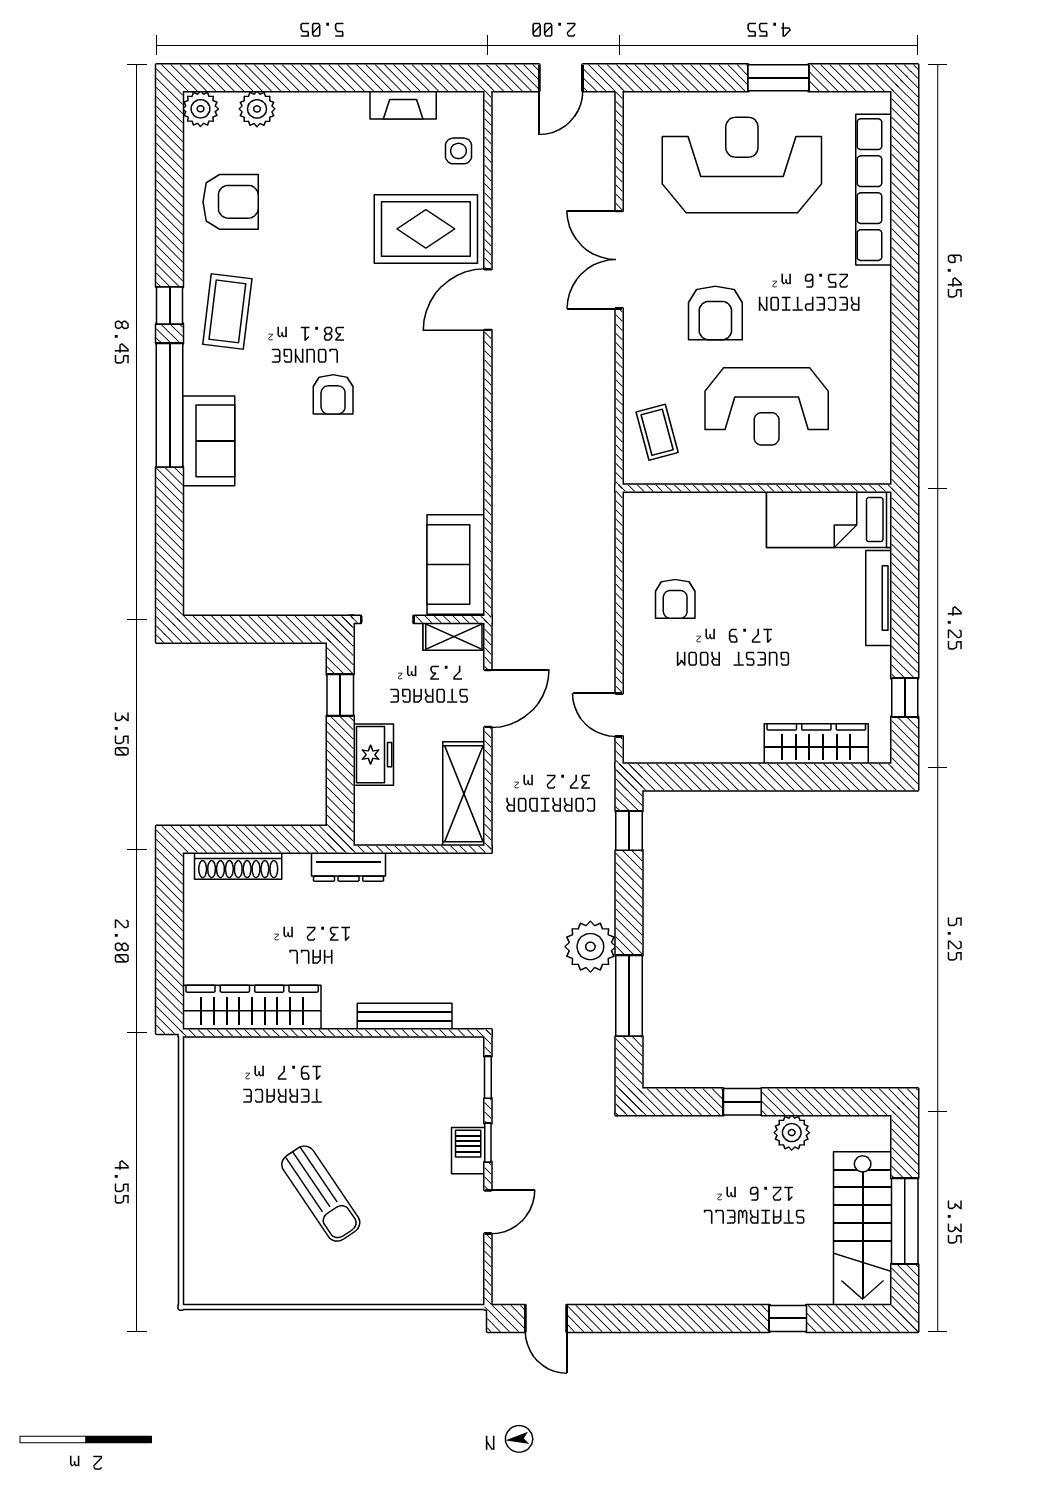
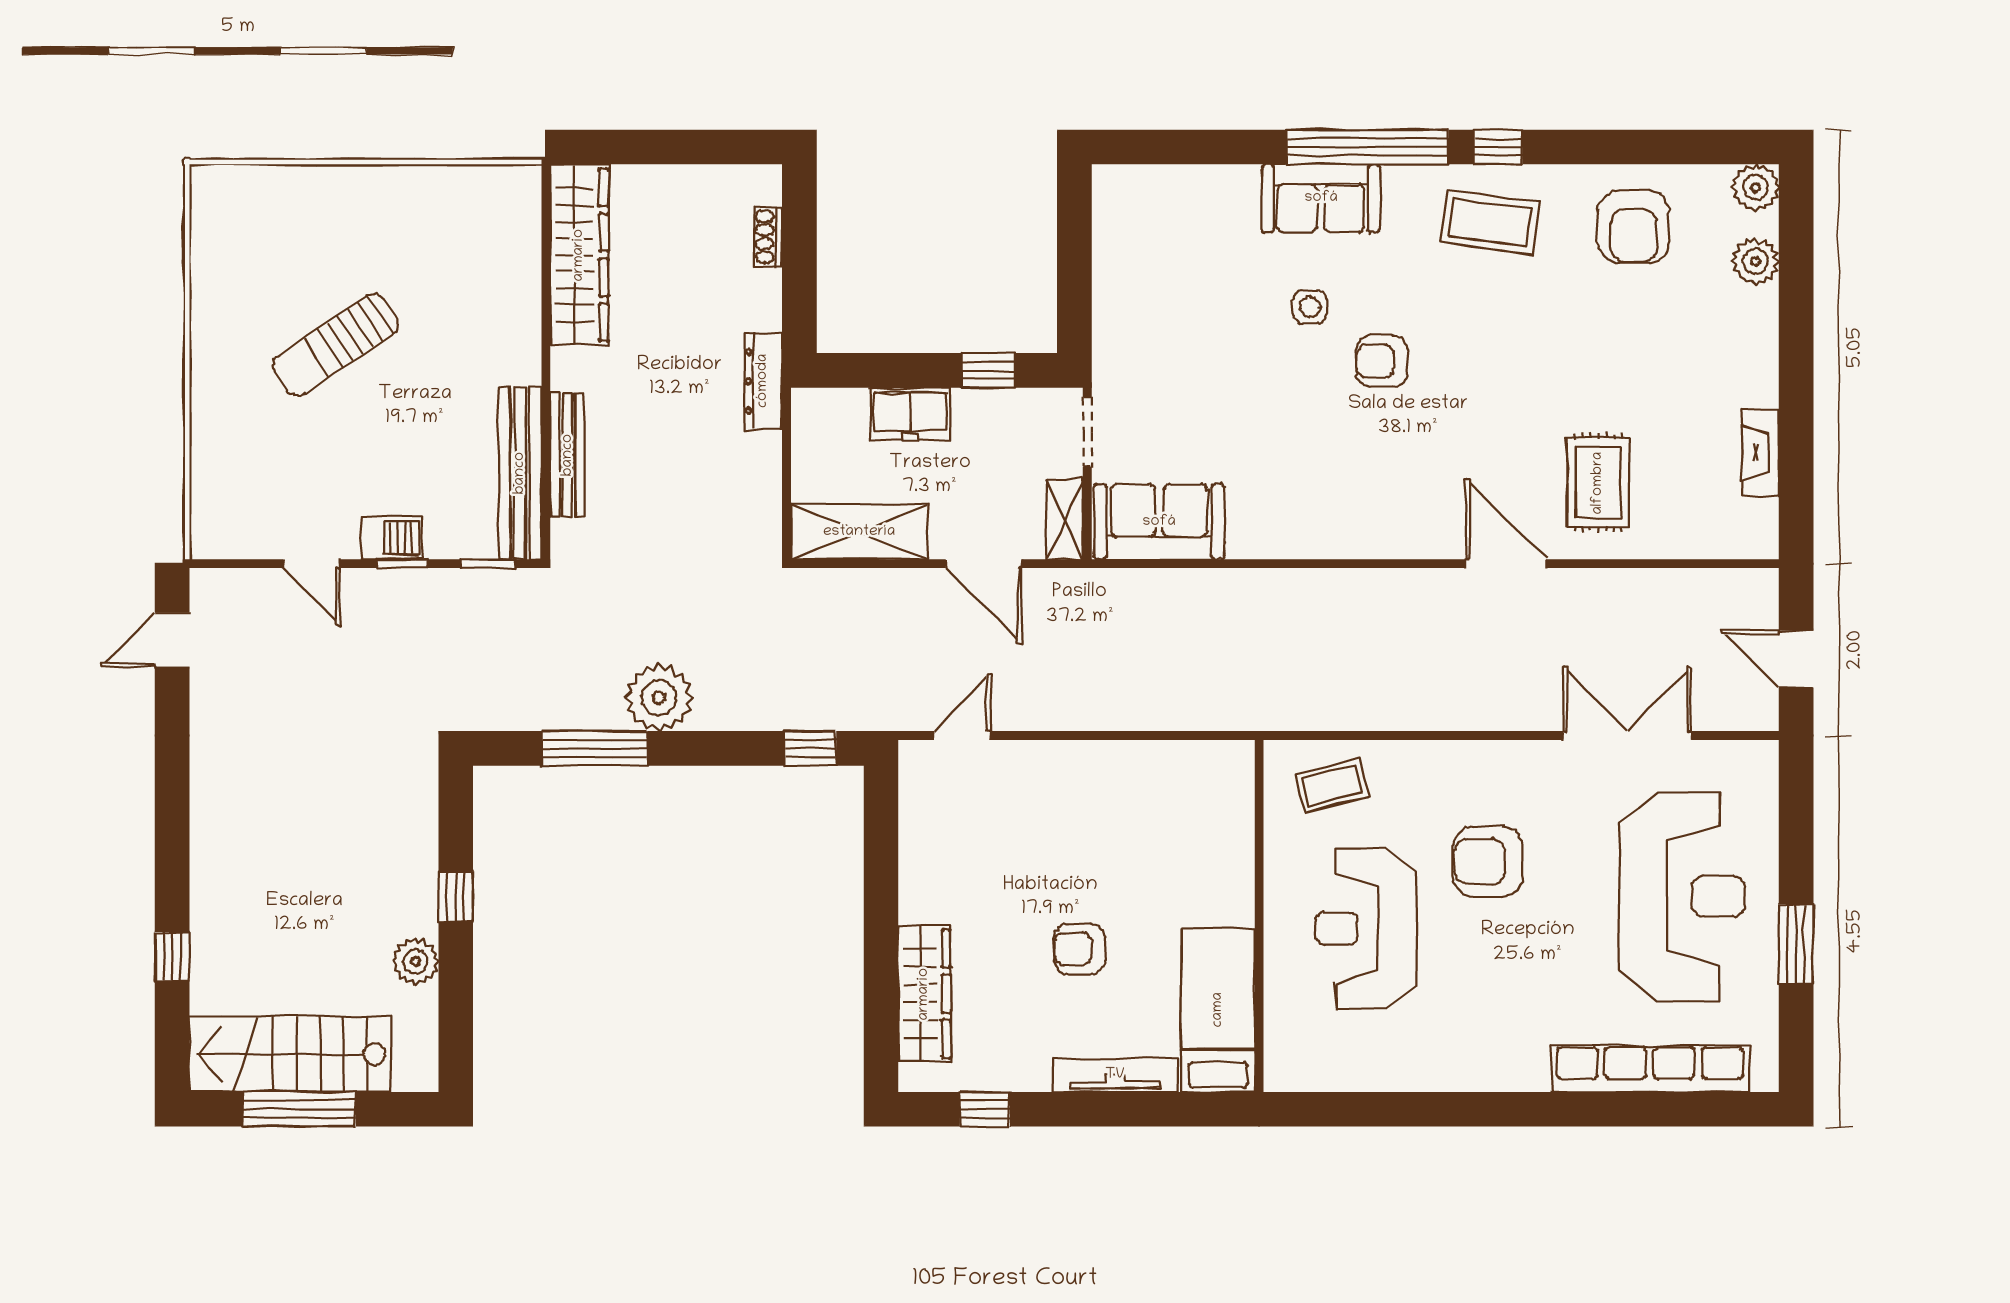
side table: (458, 151) -> (1310, 307), moved
rug: (426, 229) -> (1598, 483), width x0.73, depth x0.70
double door: (619, 260) -> (1627, 736), moved
armchair: (675, 599) -> (1079, 949), moved
shoe rack: (238, 866) -> (768, 237), width x0.51, depth x0.81
bench: (419, 1053) -> (520, 473), added

